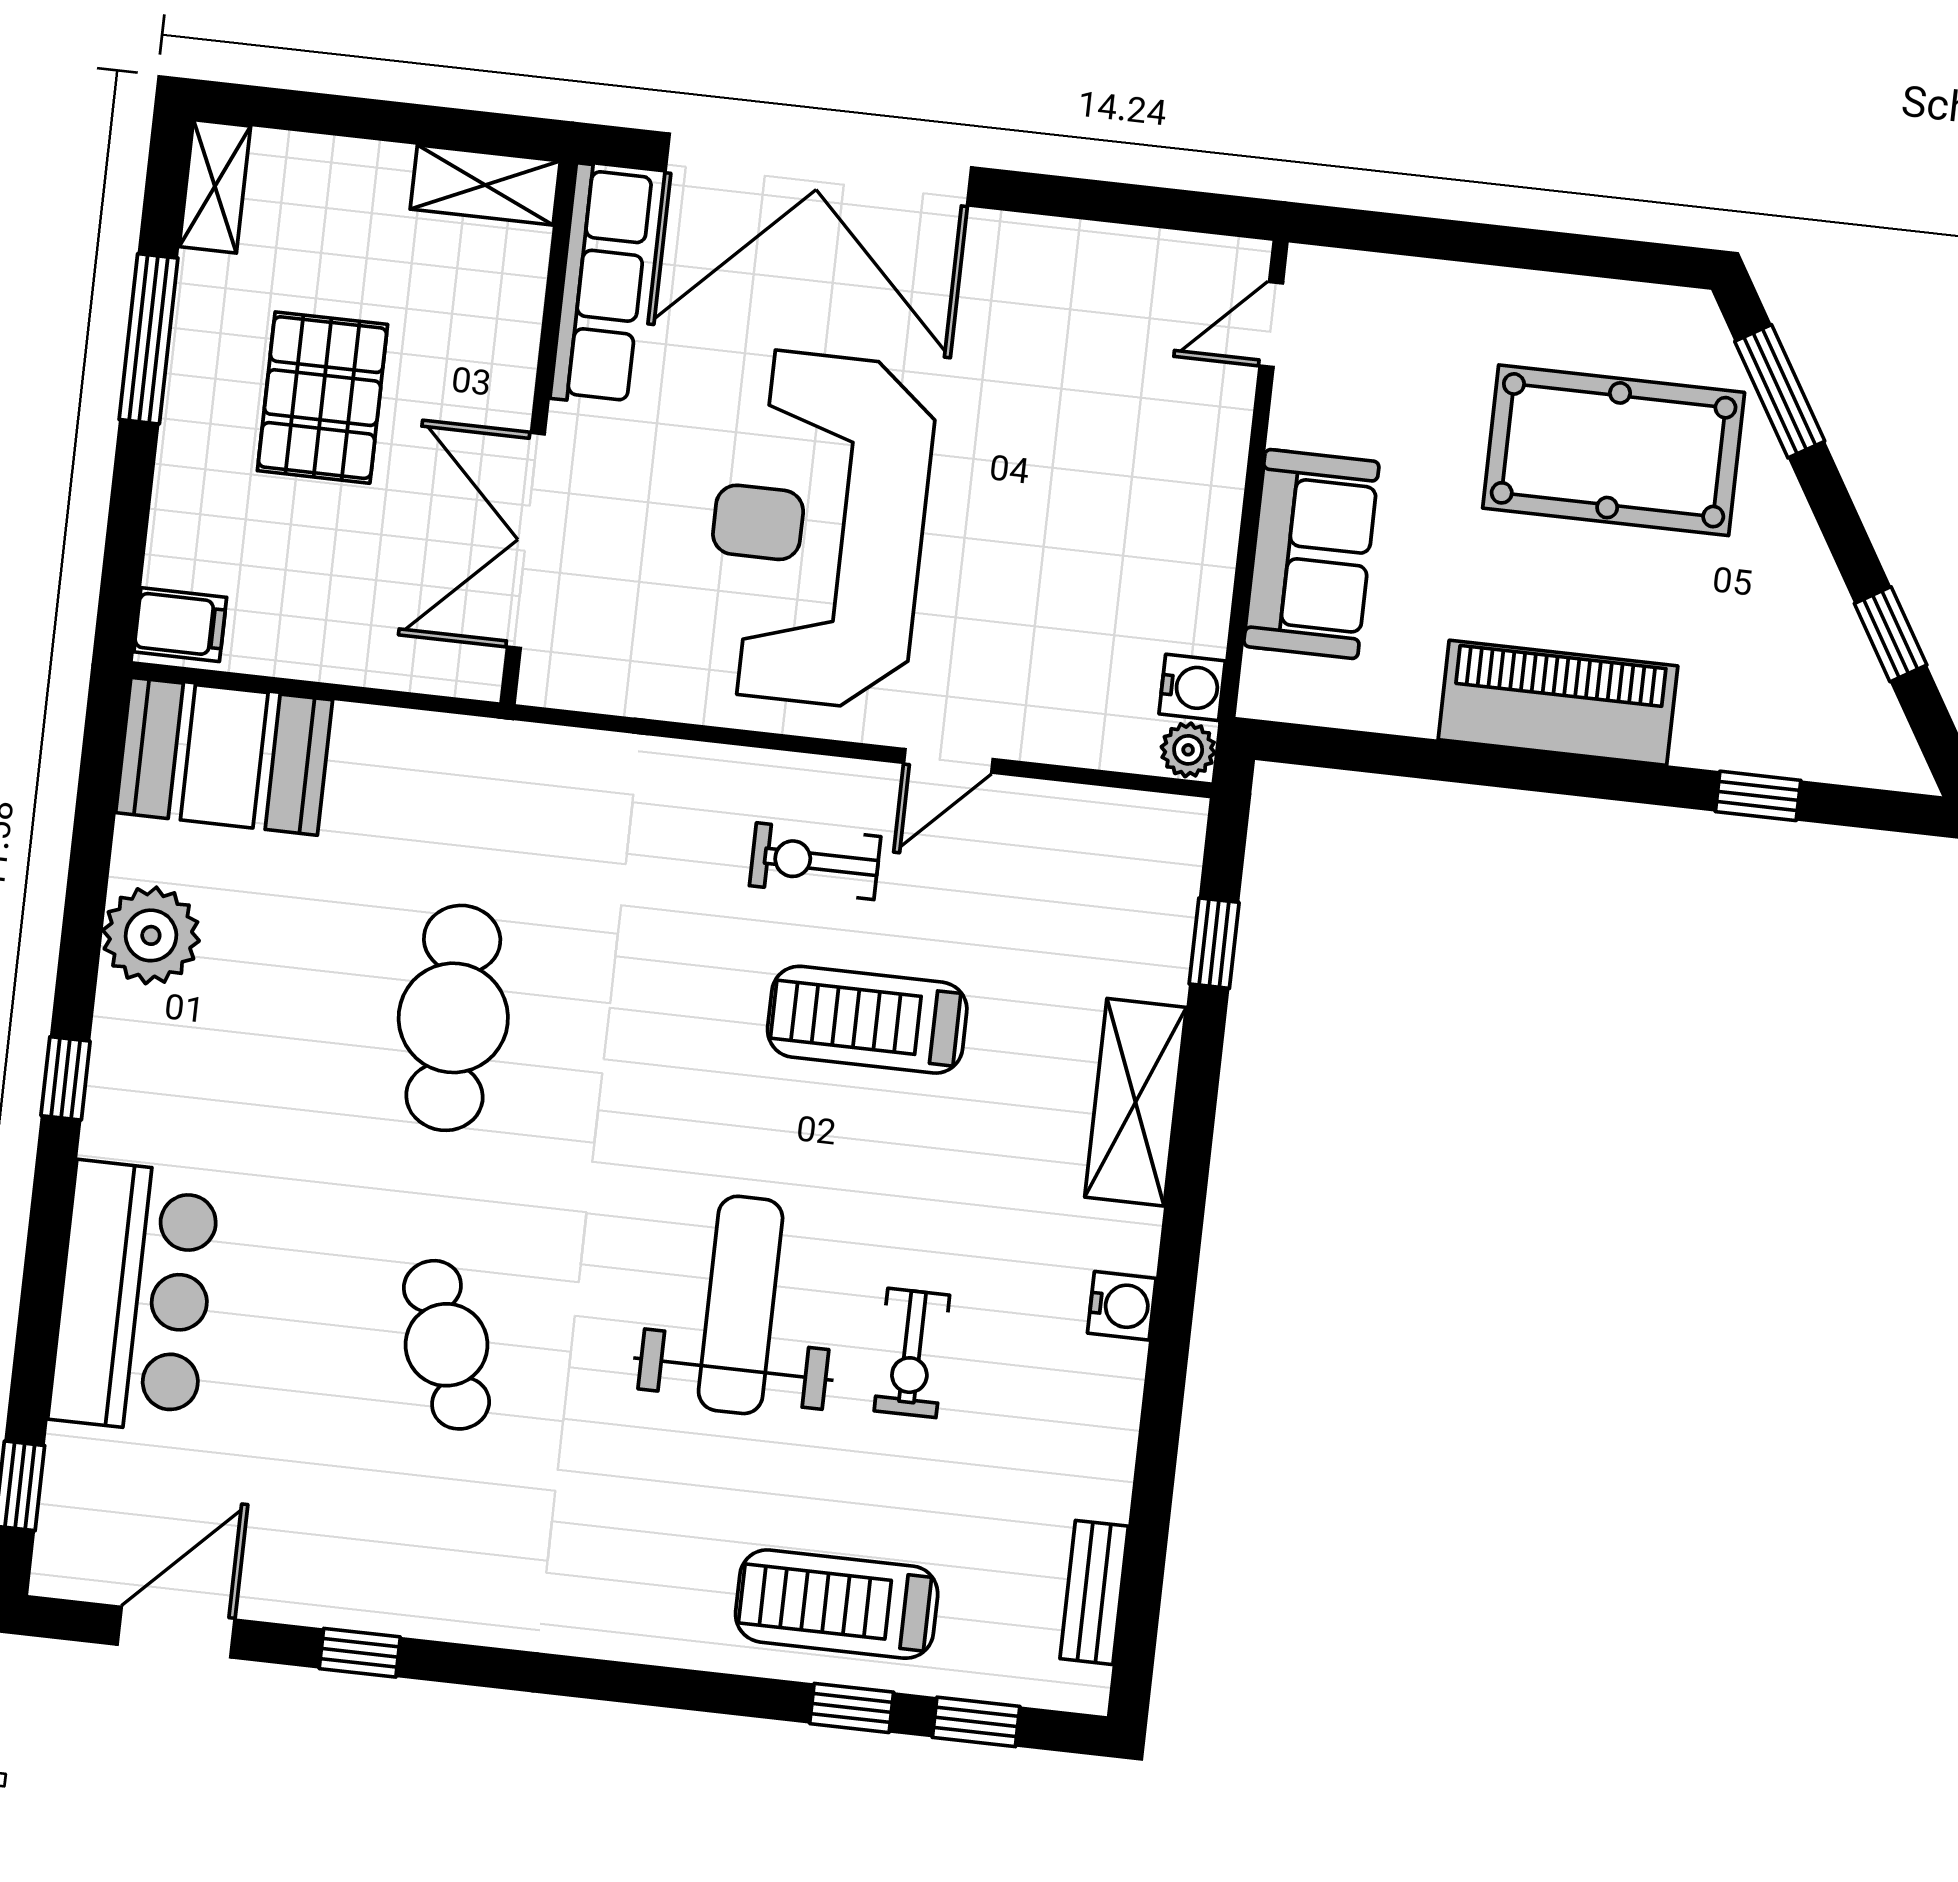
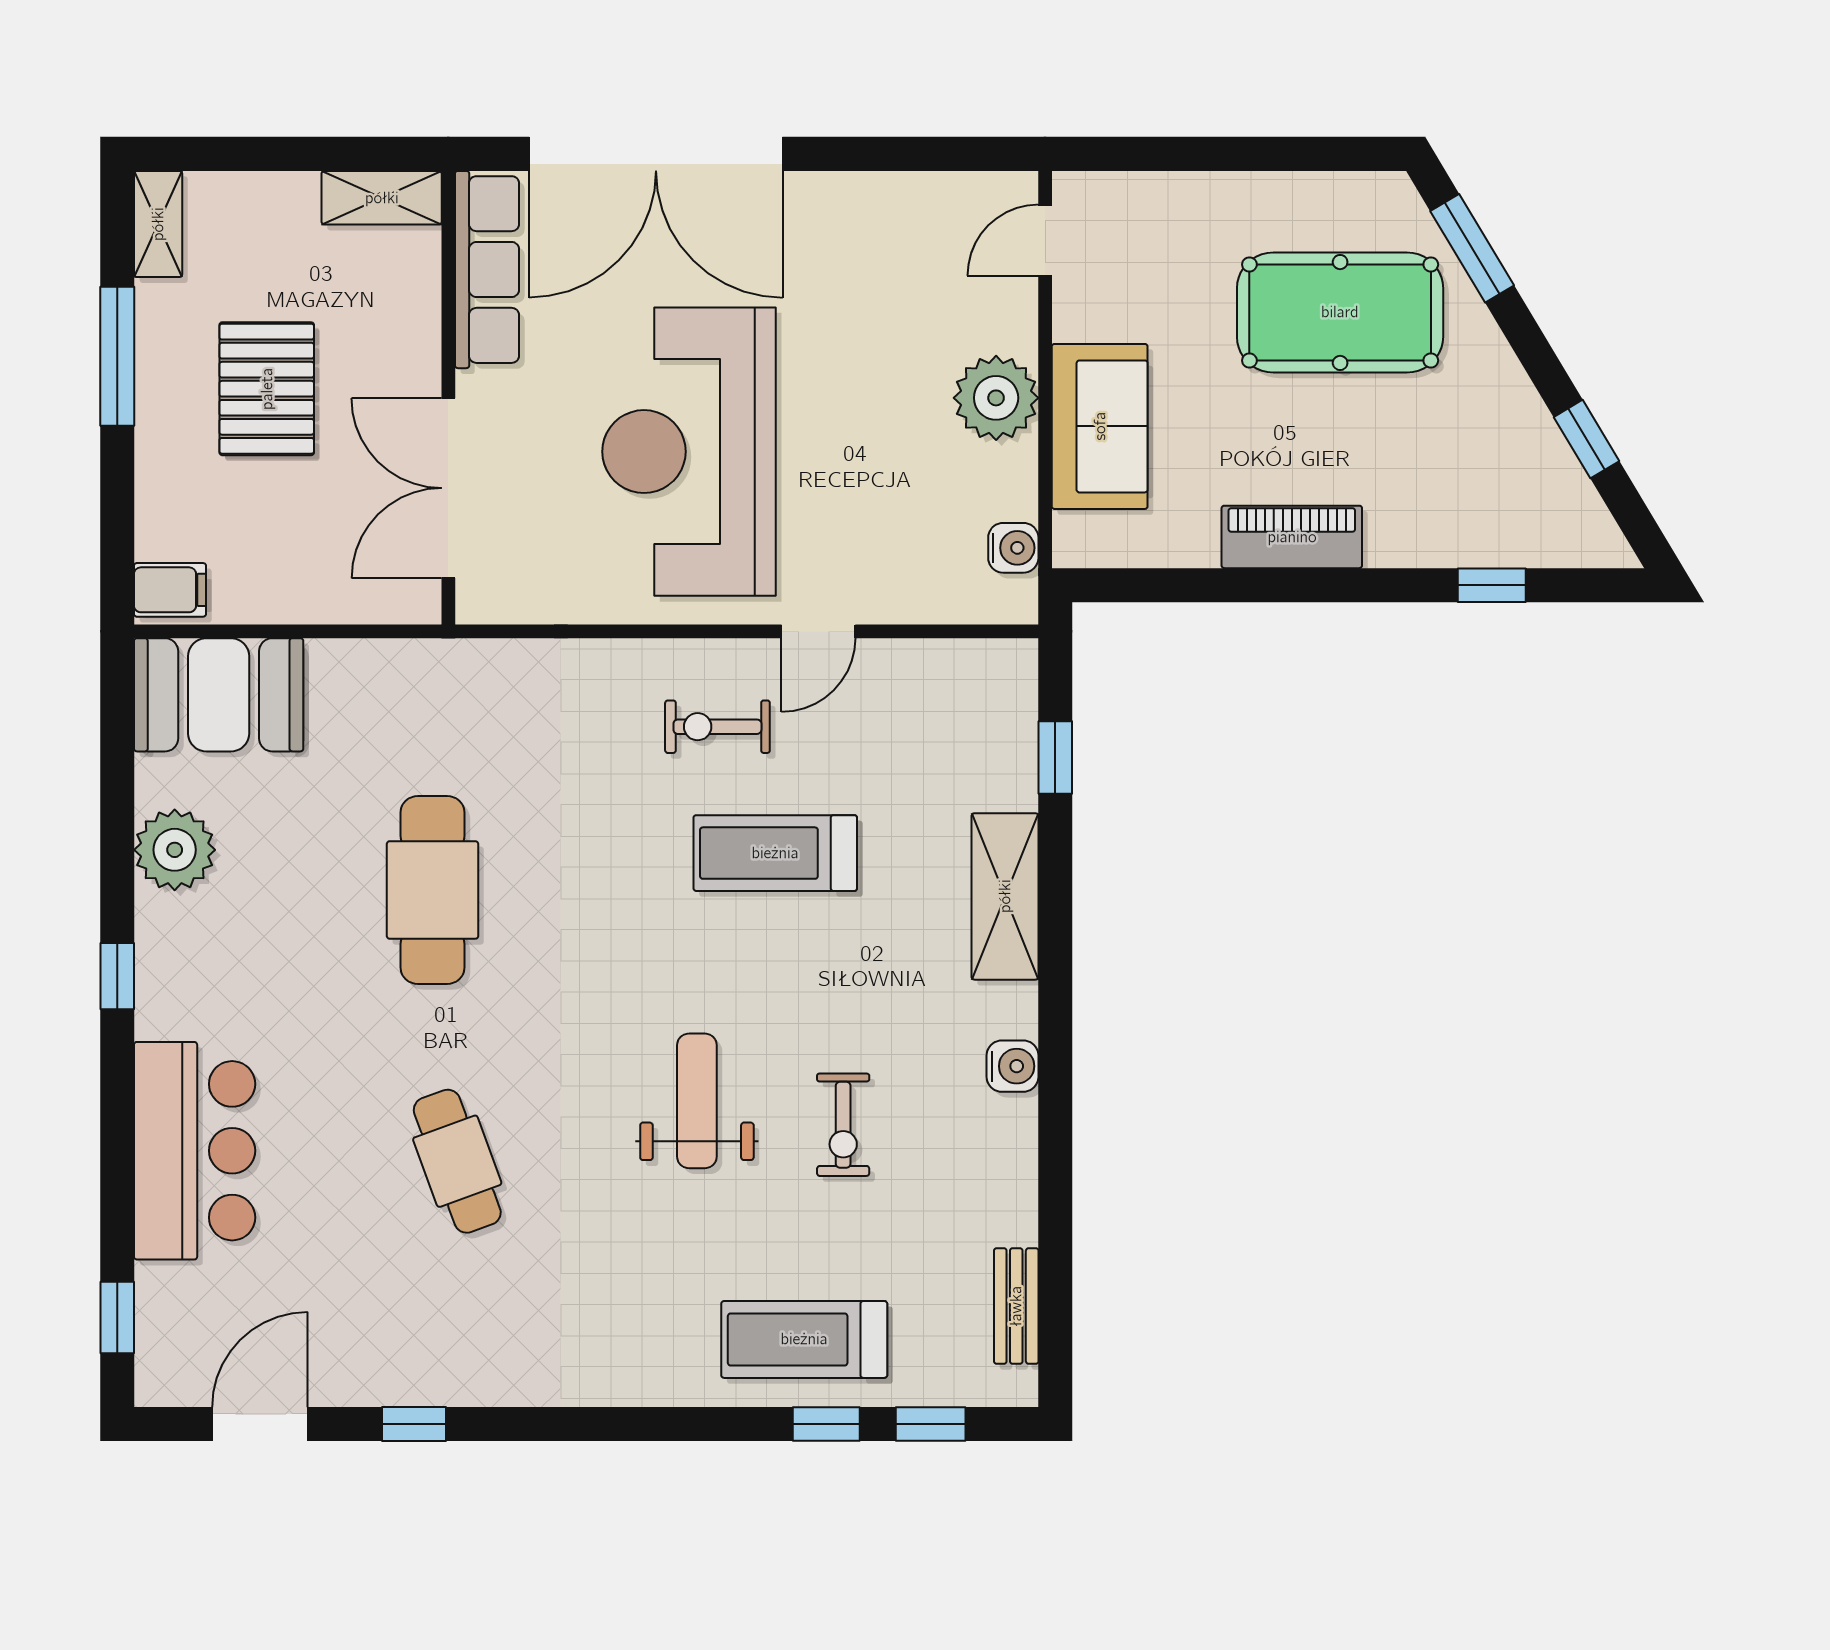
piano: (1558, 703) -> (1292, 537), width x0.73, depth x0.75
plant: (1188, 750) -> (996, 398), moved, width x1.87, depth x1.87
weight bench: (741, 1305) -> (697, 1101), width x0.73, depth x0.75

